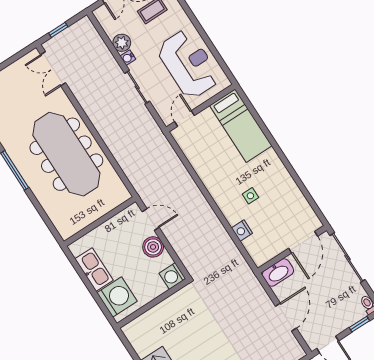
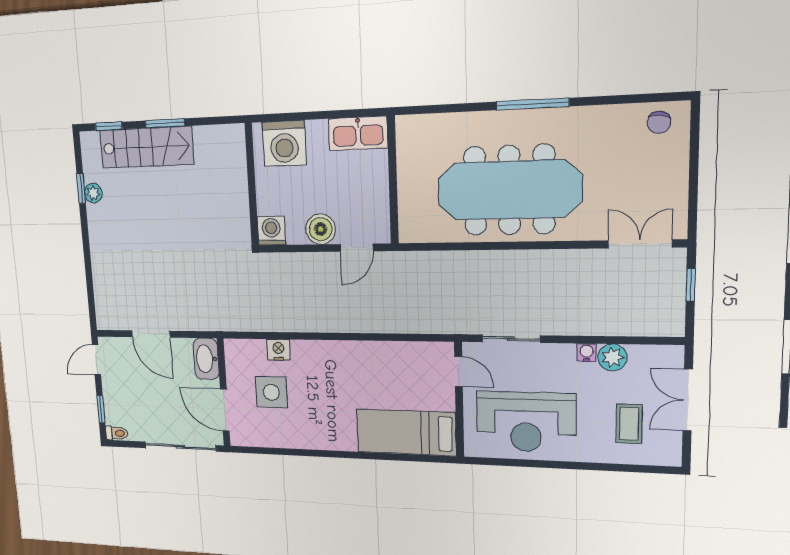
sliding door: (137, 87) -> (511, 339), moved
side table: (250, 196) -> (271, 392), moved, width x1.87, depth x1.87
kitchen sink: (94, 270) -> (358, 133), moved

